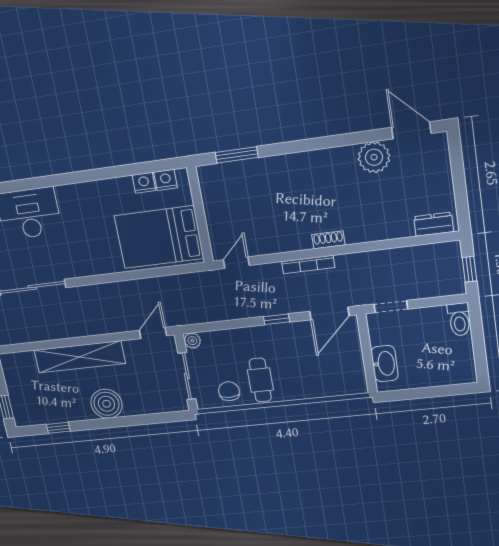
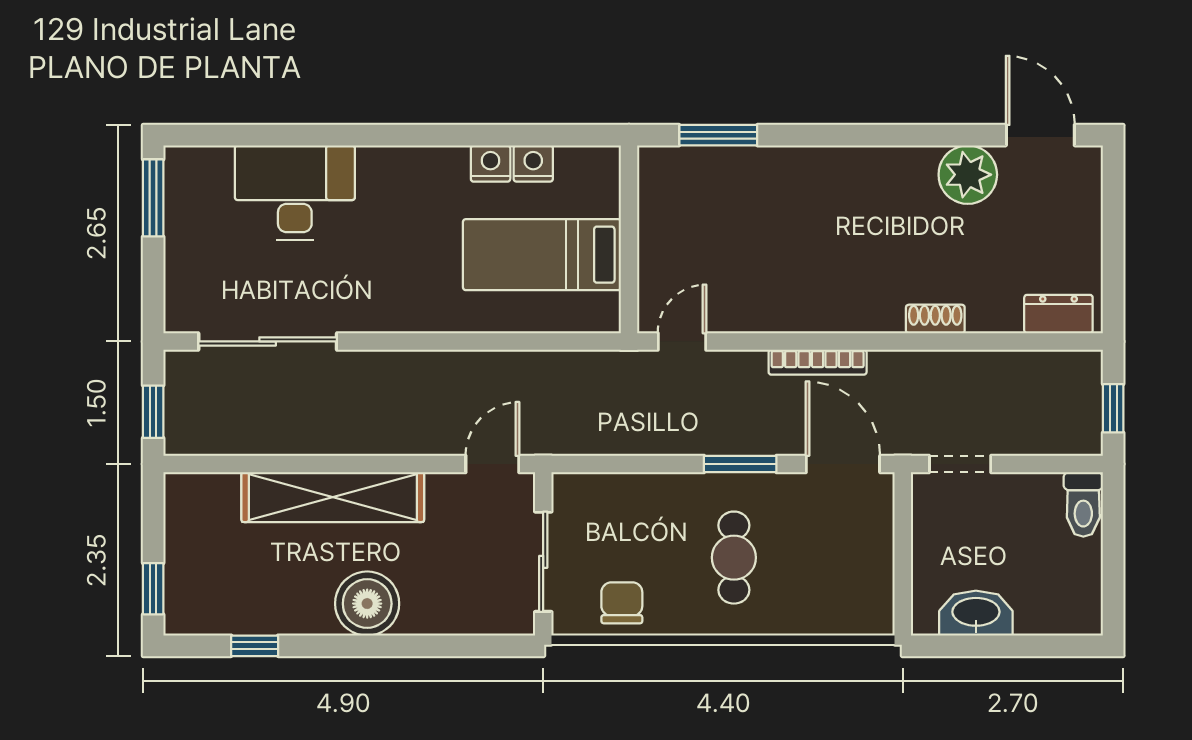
nightstand: (166, 180) -> (491, 164), moved
bed: (159, 237) -> (542, 255), width x0.67
shoe rack: (328, 240) -> (935, 319), moved
door: (329, 313) -> (843, 464), swing flipped
window: (277, 319) -> (740, 464), width x1.50
plant: (192, 341) -> (568, 489), removed
washbasin: (385, 364) -> (976, 613), moved, turned -90
cafe table: (260, 380) -> (734, 558), moved

